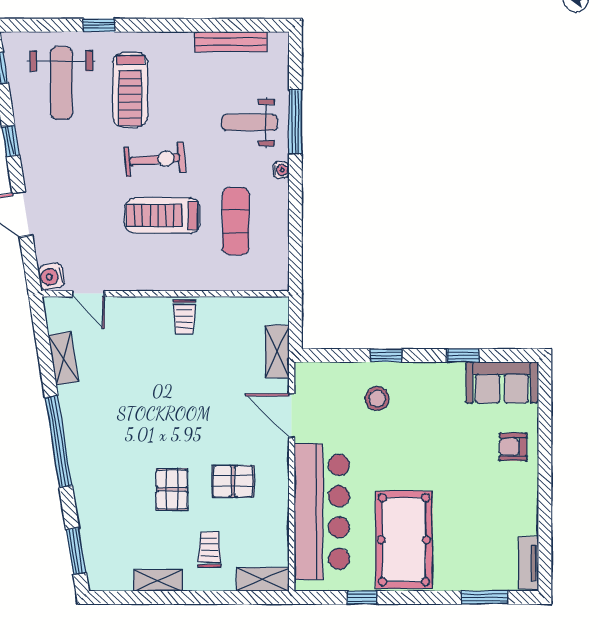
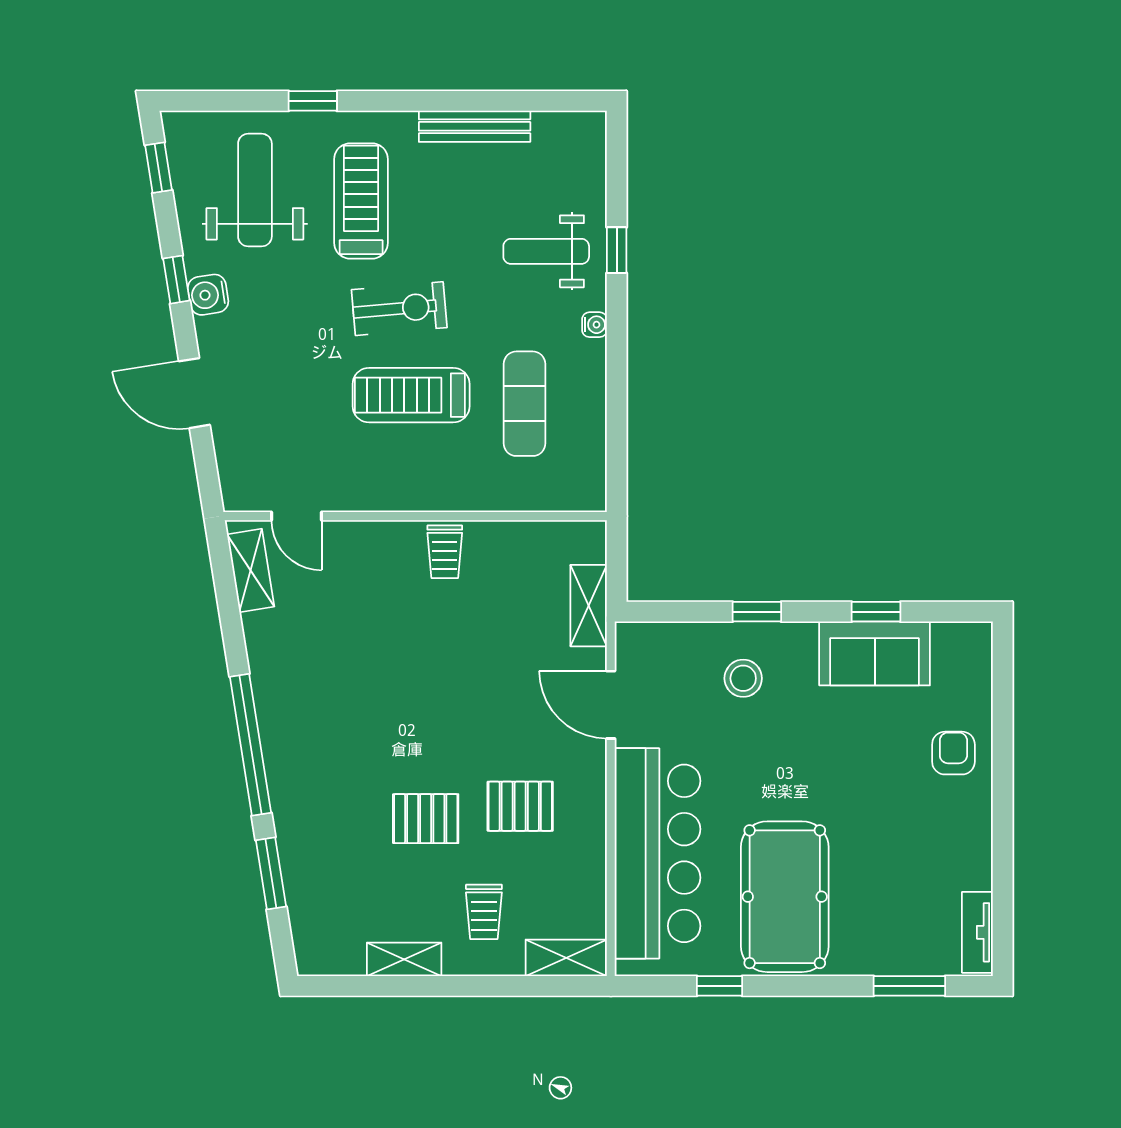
bench: (231, 42) -> (475, 126), moved
weight bench: (61, 83) -> (255, 190), turned 180
treadmill: (130, 90) -> (361, 201), turned 180
window: (295, 122) -> (617, 250), width x0.46
water cooler: (51, 277) -> (208, 295), moved
shelving: (63, 358) -> (251, 570), moved
sofa: (502, 382) -> (875, 653), moved
armchair: (513, 447) -> (953, 753), turned 90
pallet: (172, 489) -> (426, 819), turned 90
trolley: (209, 550) -> (484, 912), turned 180
window: (76, 551) -> (271, 873), moved

